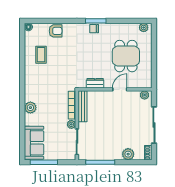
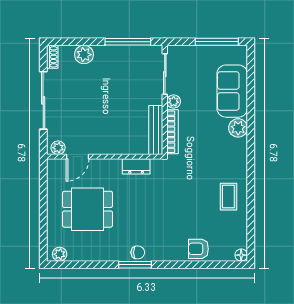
coffee table: (41, 55) -> (228, 197), moved
dining table: (126, 56) -> (88, 209), turned 90
door: (120, 89) -> (78, 157), moved
sofa: (34, 143) -> (232, 91), moved

